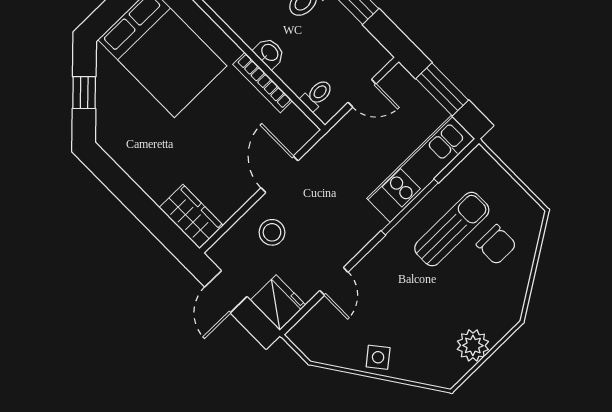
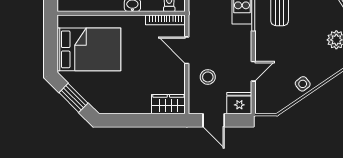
bookcase: (263, 83) -> (165, 20), moved
window: (84, 93) -> (73, 98), width x1.50
door: (334, 281) -> (253, 71), hinge flipped

